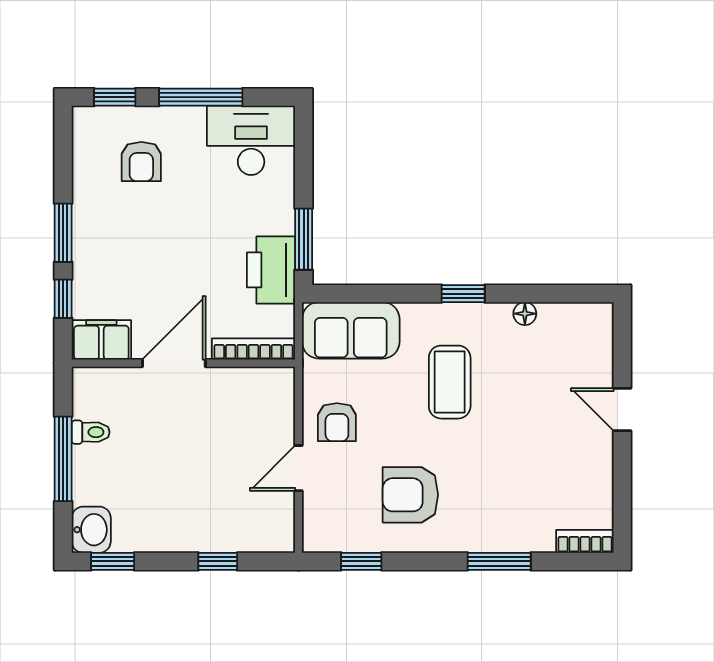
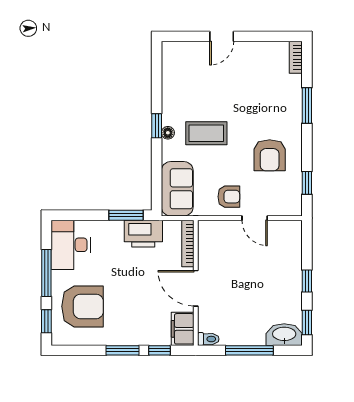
armchair: (141, 162) -> (82, 306), width x1.88, depth x1.88
floor lamp: (525, 314) -> (168, 133), moved
toilet: (91, 432) -> (208, 339), moved, turned 90
washbasin: (91, 530) -> (284, 335), width x1.38
window: (218, 561) -> (307, 281), moved

